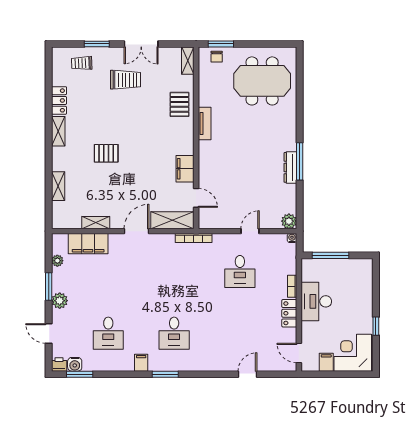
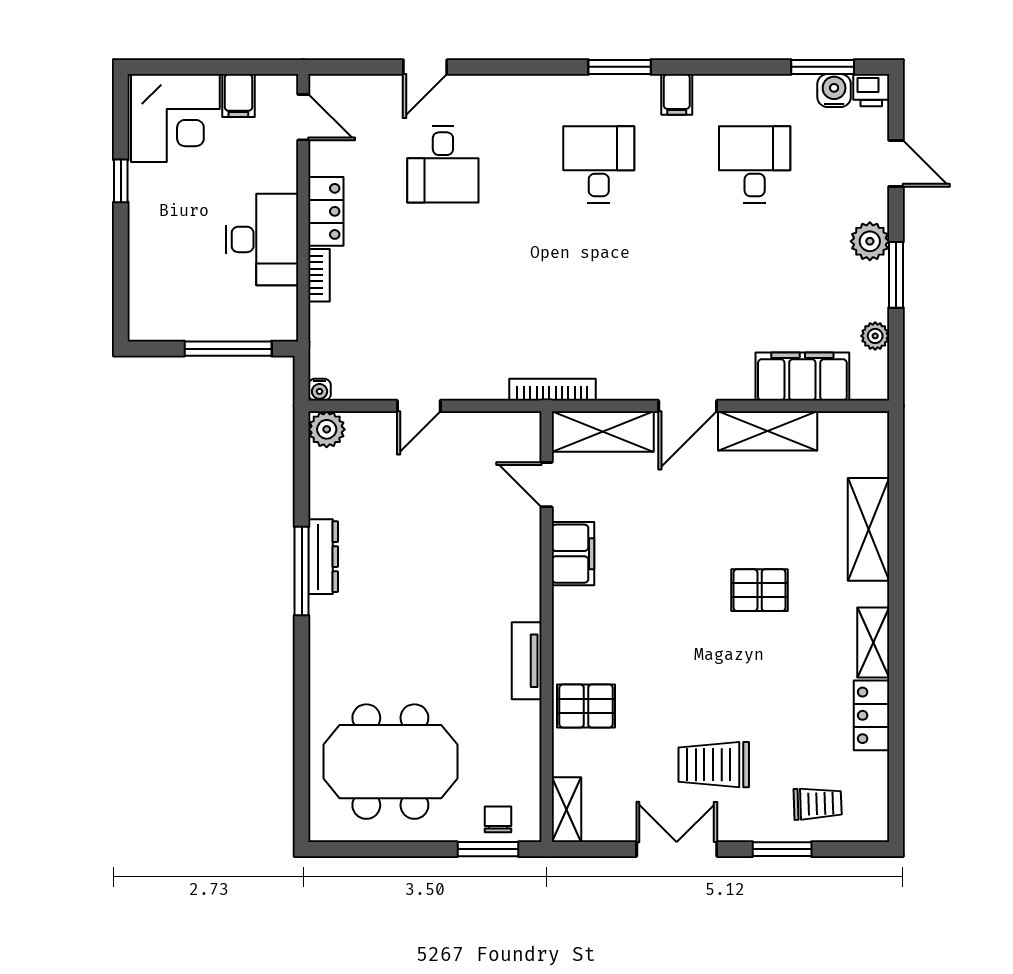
pallet: (179, 104) -> (586, 706), turned 90
shelving: (58, 186) -> (868, 529), width x1.50, depth x1.33
shelving: (96, 223) -> (768, 431), width x1.50, depth x1.33
desk: (240, 271) -> (443, 164), moved, turned 180

